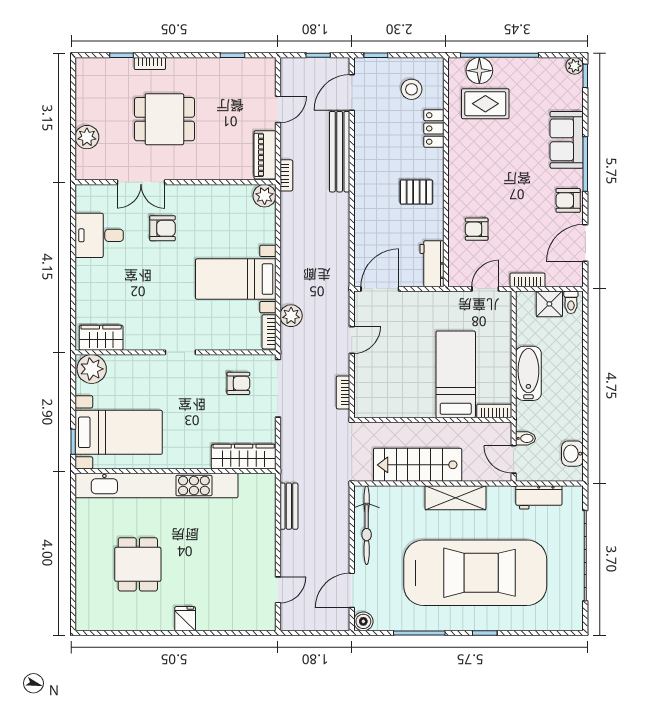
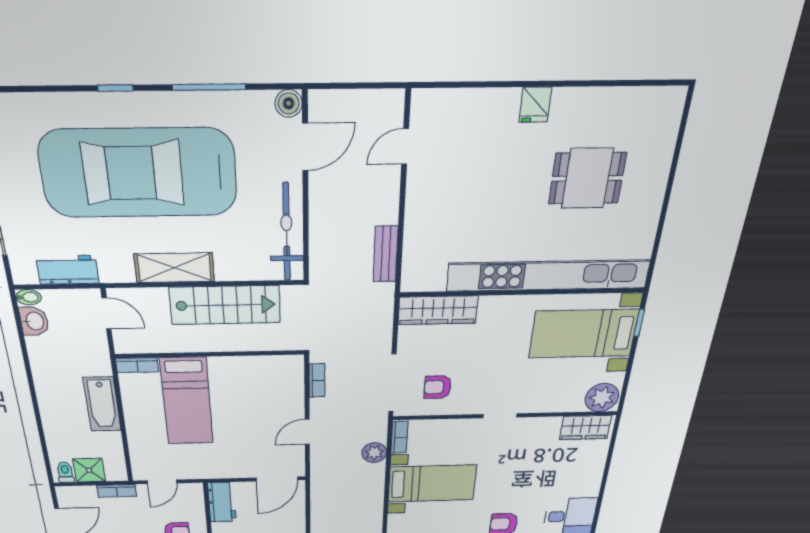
bidet: (526, 438) -> (29, 297), moved, turned 180
dining table: (138, 564) -> (587, 178), turned 90

